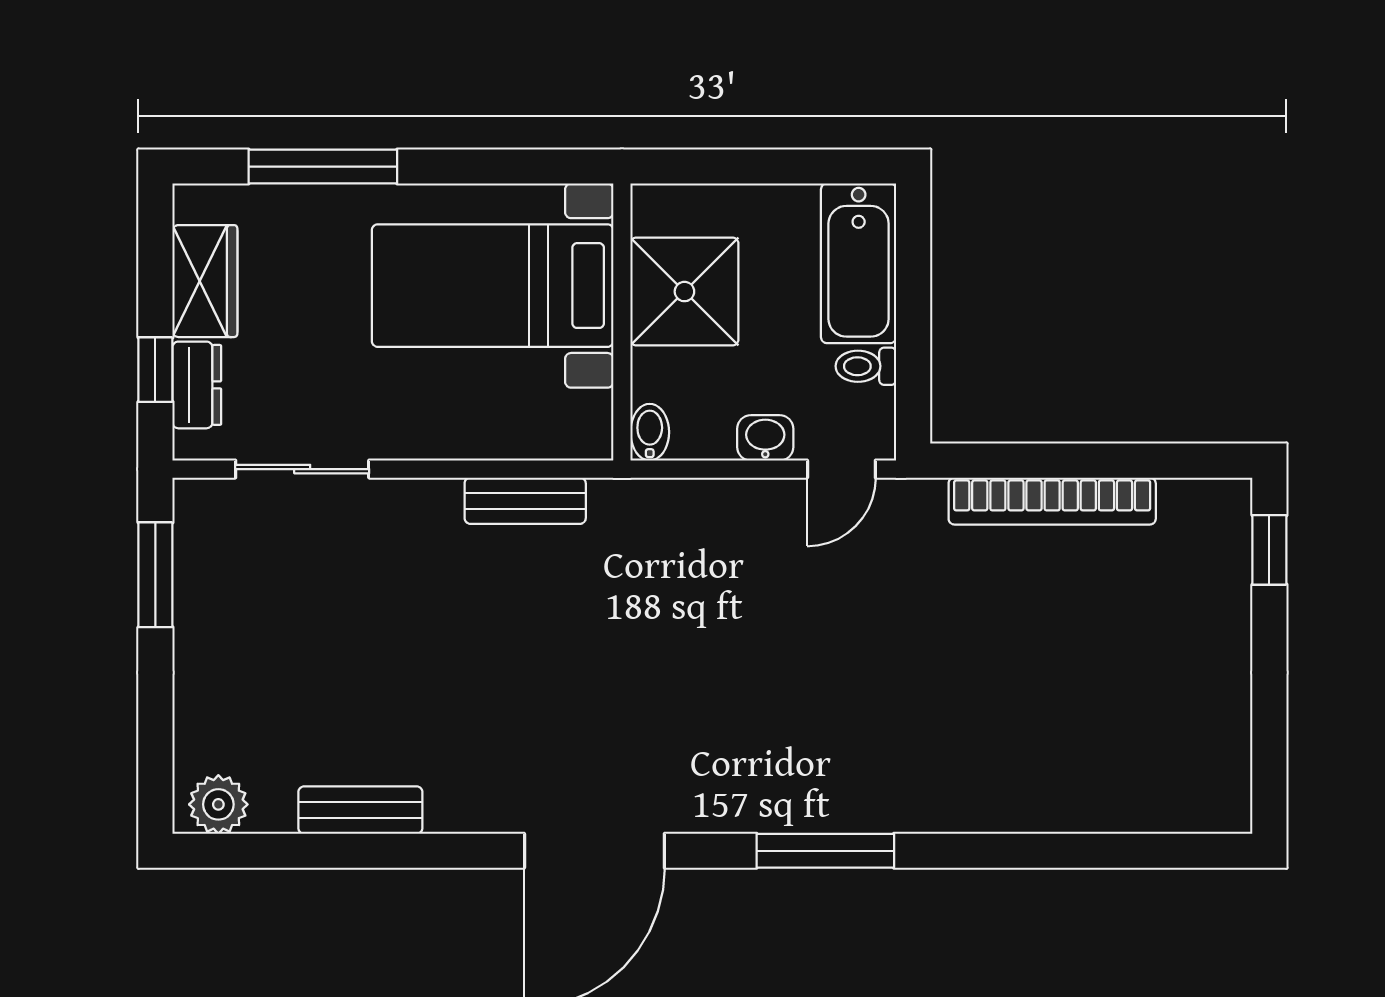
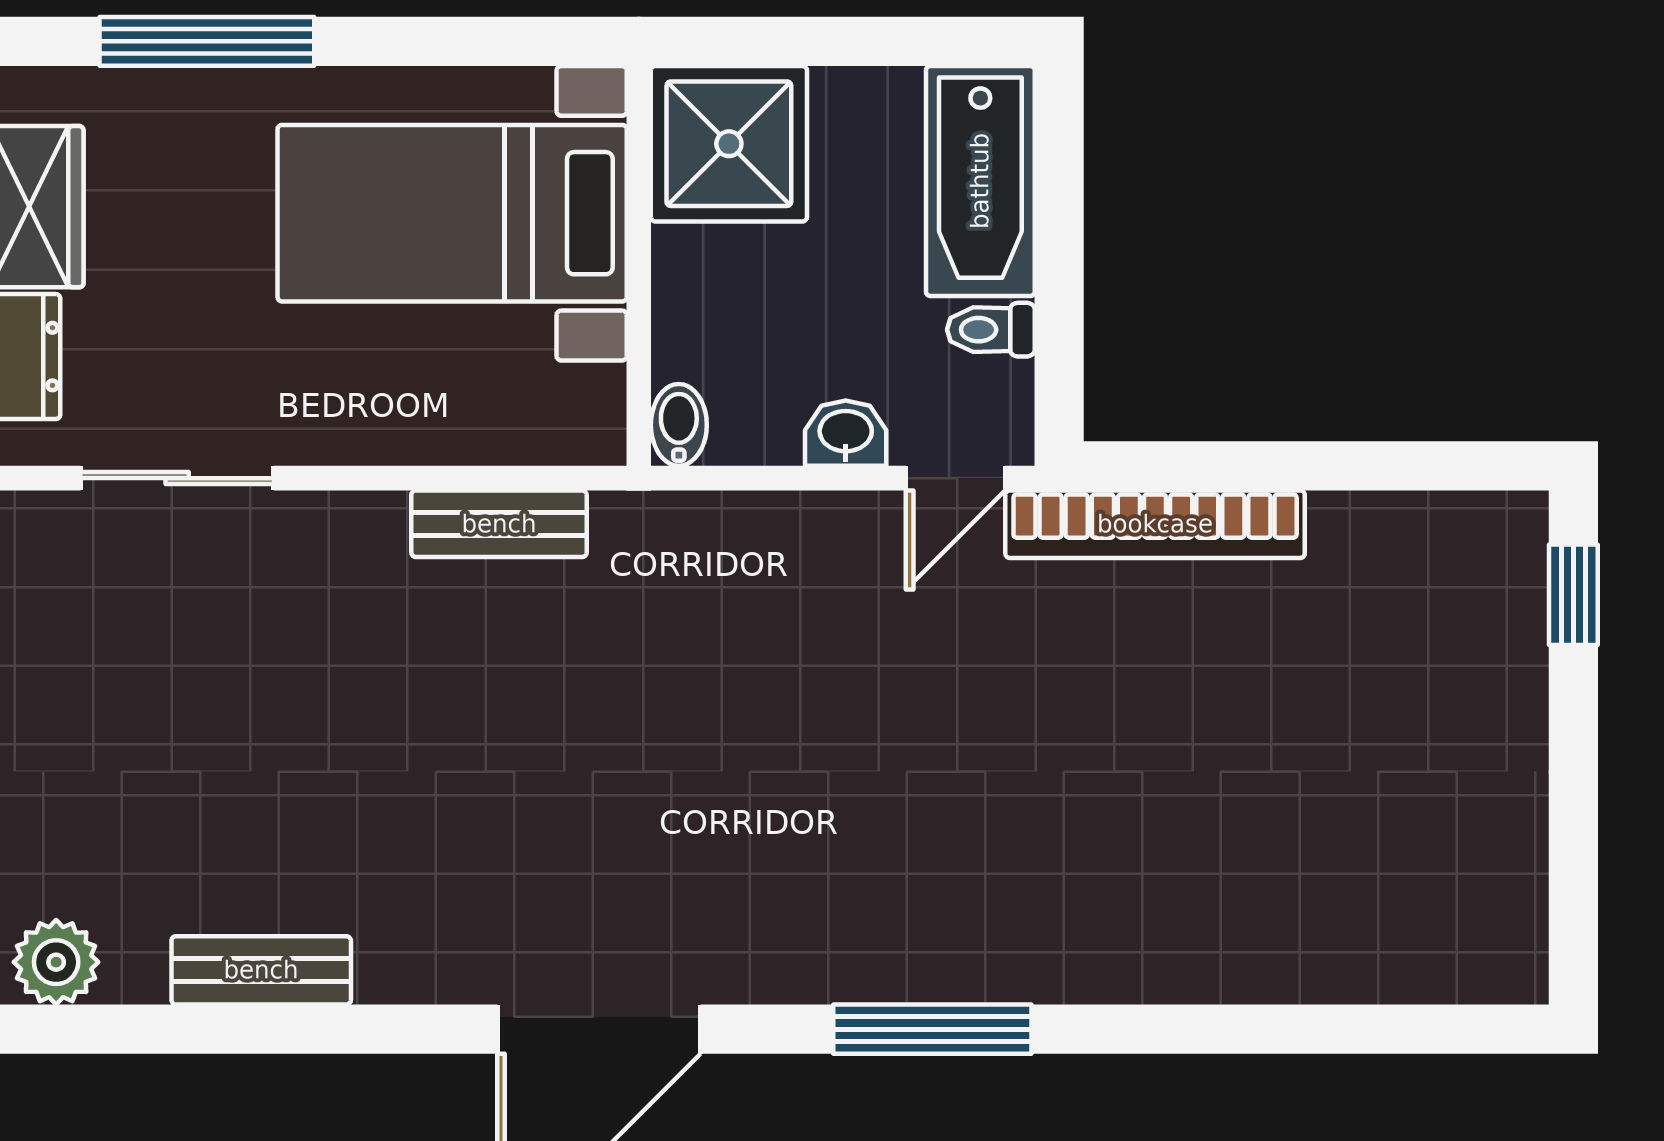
shower: (684, 292) -> (729, 144), moved
bookcase: (1052, 501) -> (1155, 524), moved

